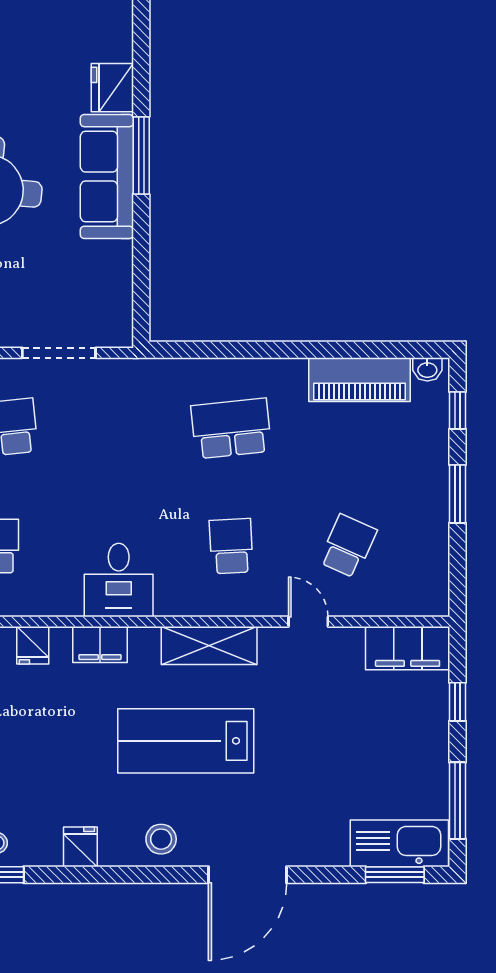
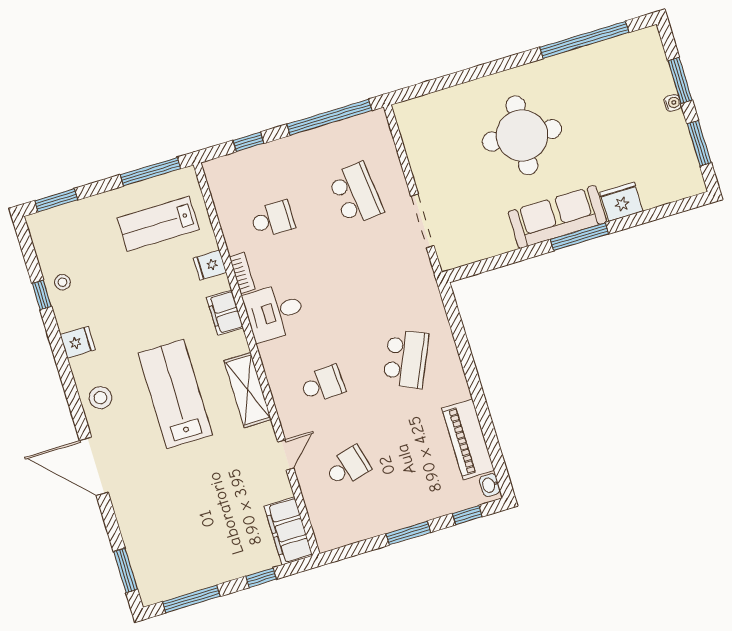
school desk: (231, 428) -> (406, 359), turned 30
school desk: (348, 546) -> (348, 467), turned -39
bookcase: (56, 606) -> (242, 273), added
kitchen sink: (399, 843) -> (149, 567), removed

